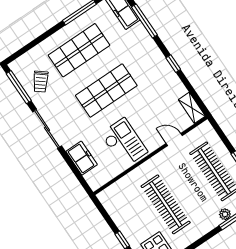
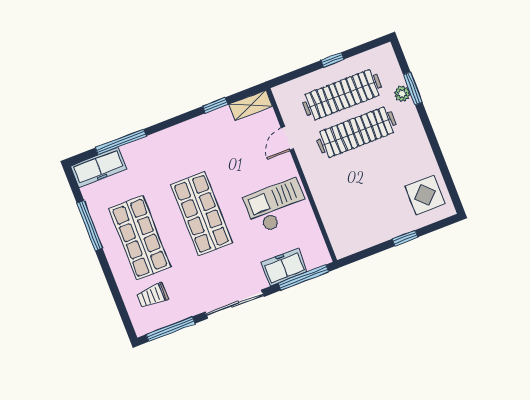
window: (173, 64) -> (215, 105), moved
trolley: (41, 82) -> (152, 296), moved, turned 141
window: (77, 174) -> (304, 277), added
clothes rail: (166, 204) -> (357, 132), moved

